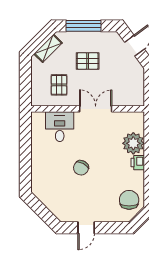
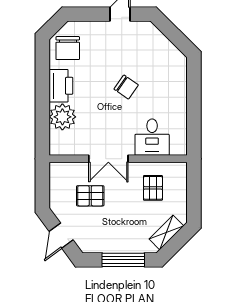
pallet: (88, 61) -> (90, 196), moved
printer: (138, 163) -> (61, 86), width x1.87, depth x1.48
chair: (81, 168) -> (126, 87), turned 96

